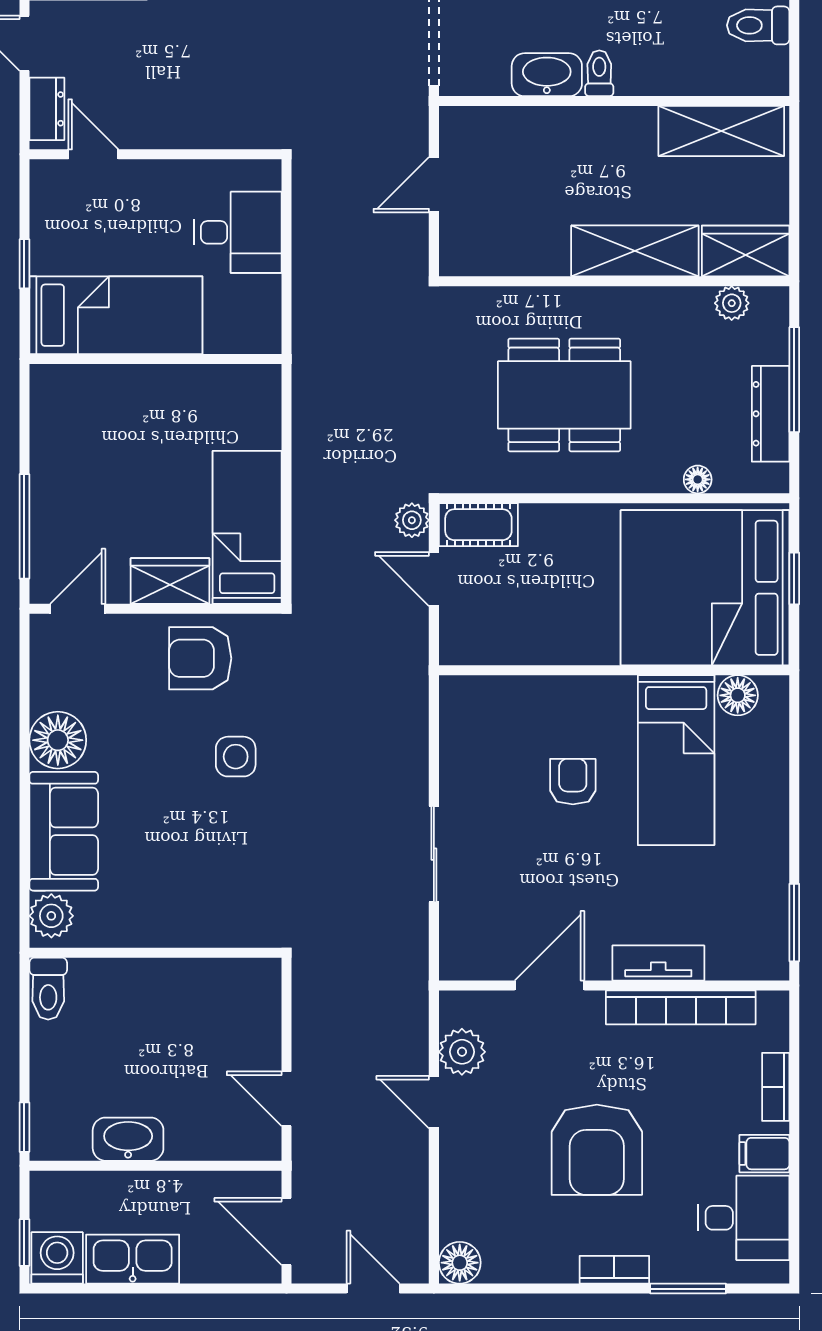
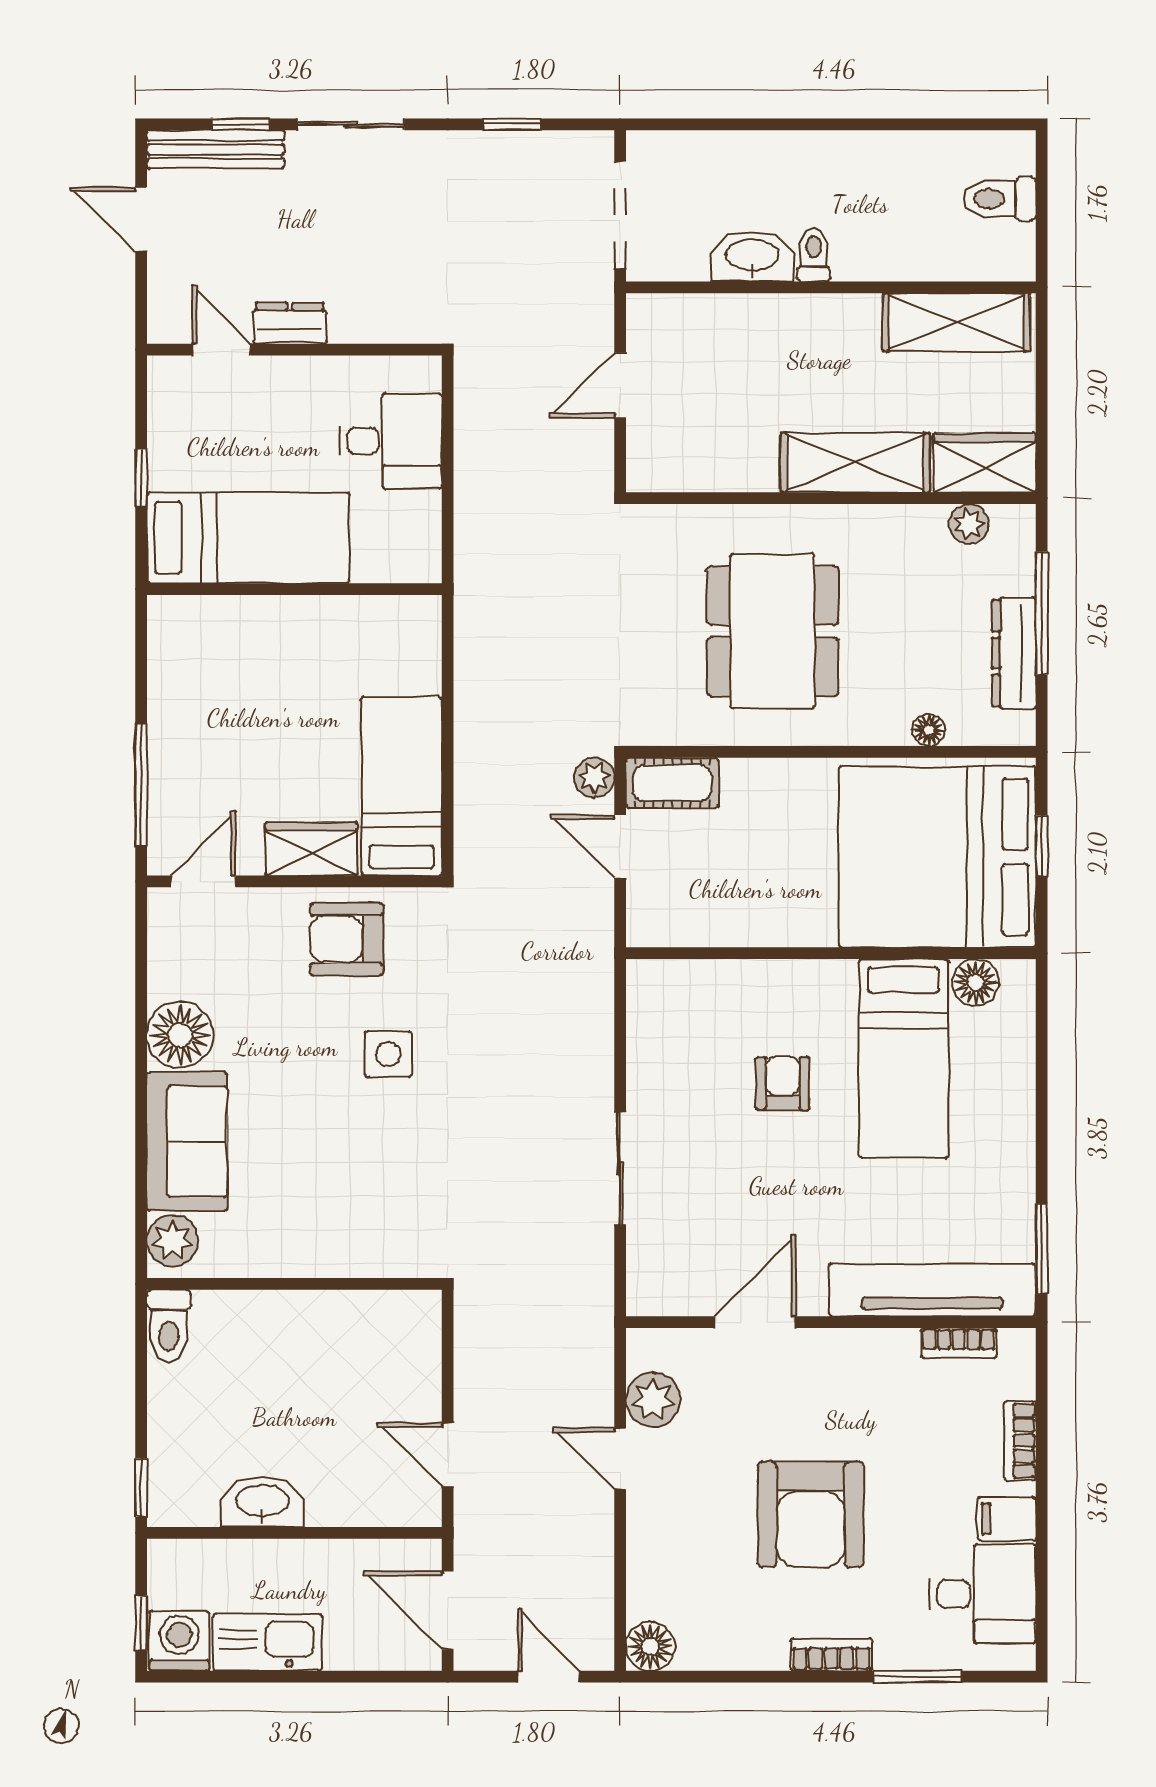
dresser: (47, 109) -> (290, 323), moved, turned -90
dining table: (564, 395) -> (773, 631), turned 90
tv unit: (658, 963) -> (932, 1290), width x1.92, depth x1.29
bookcase: (681, 1007) -> (959, 1343), width x0.43, depth x0.76

